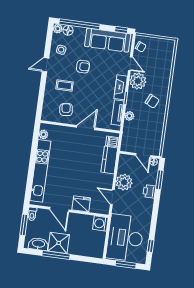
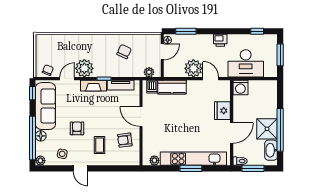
floor lamp: (68, 30) -> (41, 136), moved
chair: (152, 101) -> (124, 51), moved
plant: (129, 116) -> (149, 72), moved
window: (32, 167) -> (191, 168), added
printer: (149, 191) -> (220, 40), moved
door: (112, 197) -> (211, 79), swing flipped
desk: (125, 238) -> (246, 63), width x0.73, depth x0.77
window: (56, 255) -> (280, 130), width x1.46

